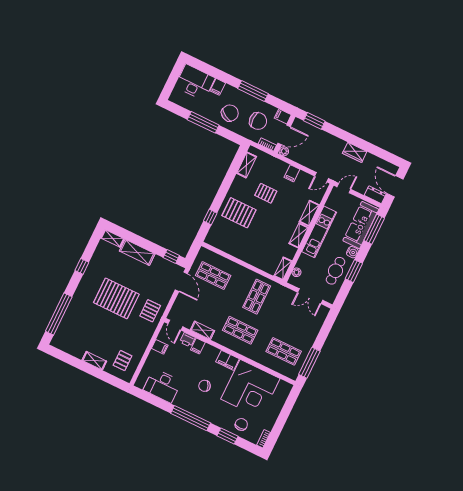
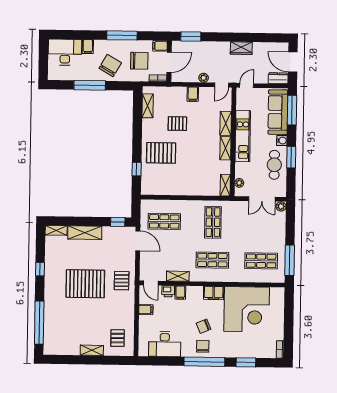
plant: (284, 151) -> (204, 78), moved
plant: (324, 311) -> (281, 206), added
chair: (241, 424) -> (203, 346), moved

